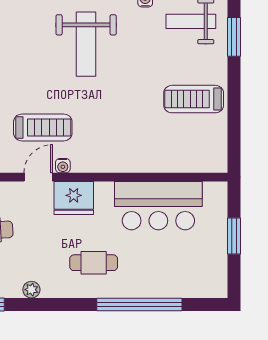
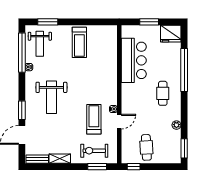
weight bench: (86, 44) -> (51, 97), turned 90
door: (38, 177) -> (119, 122), swing flipped
fridge: (74, 198) -> (171, 34), moved, turned 90

